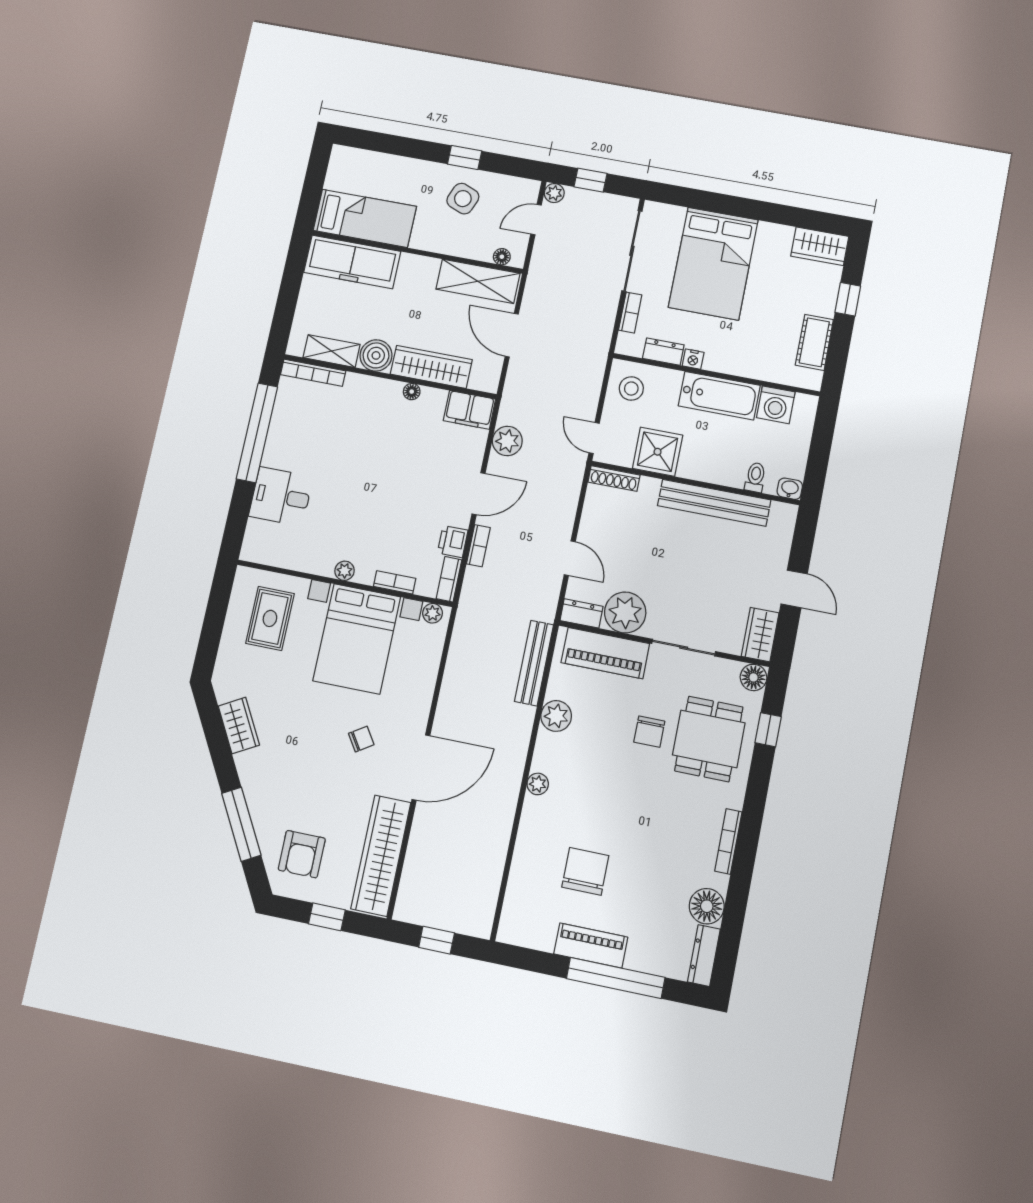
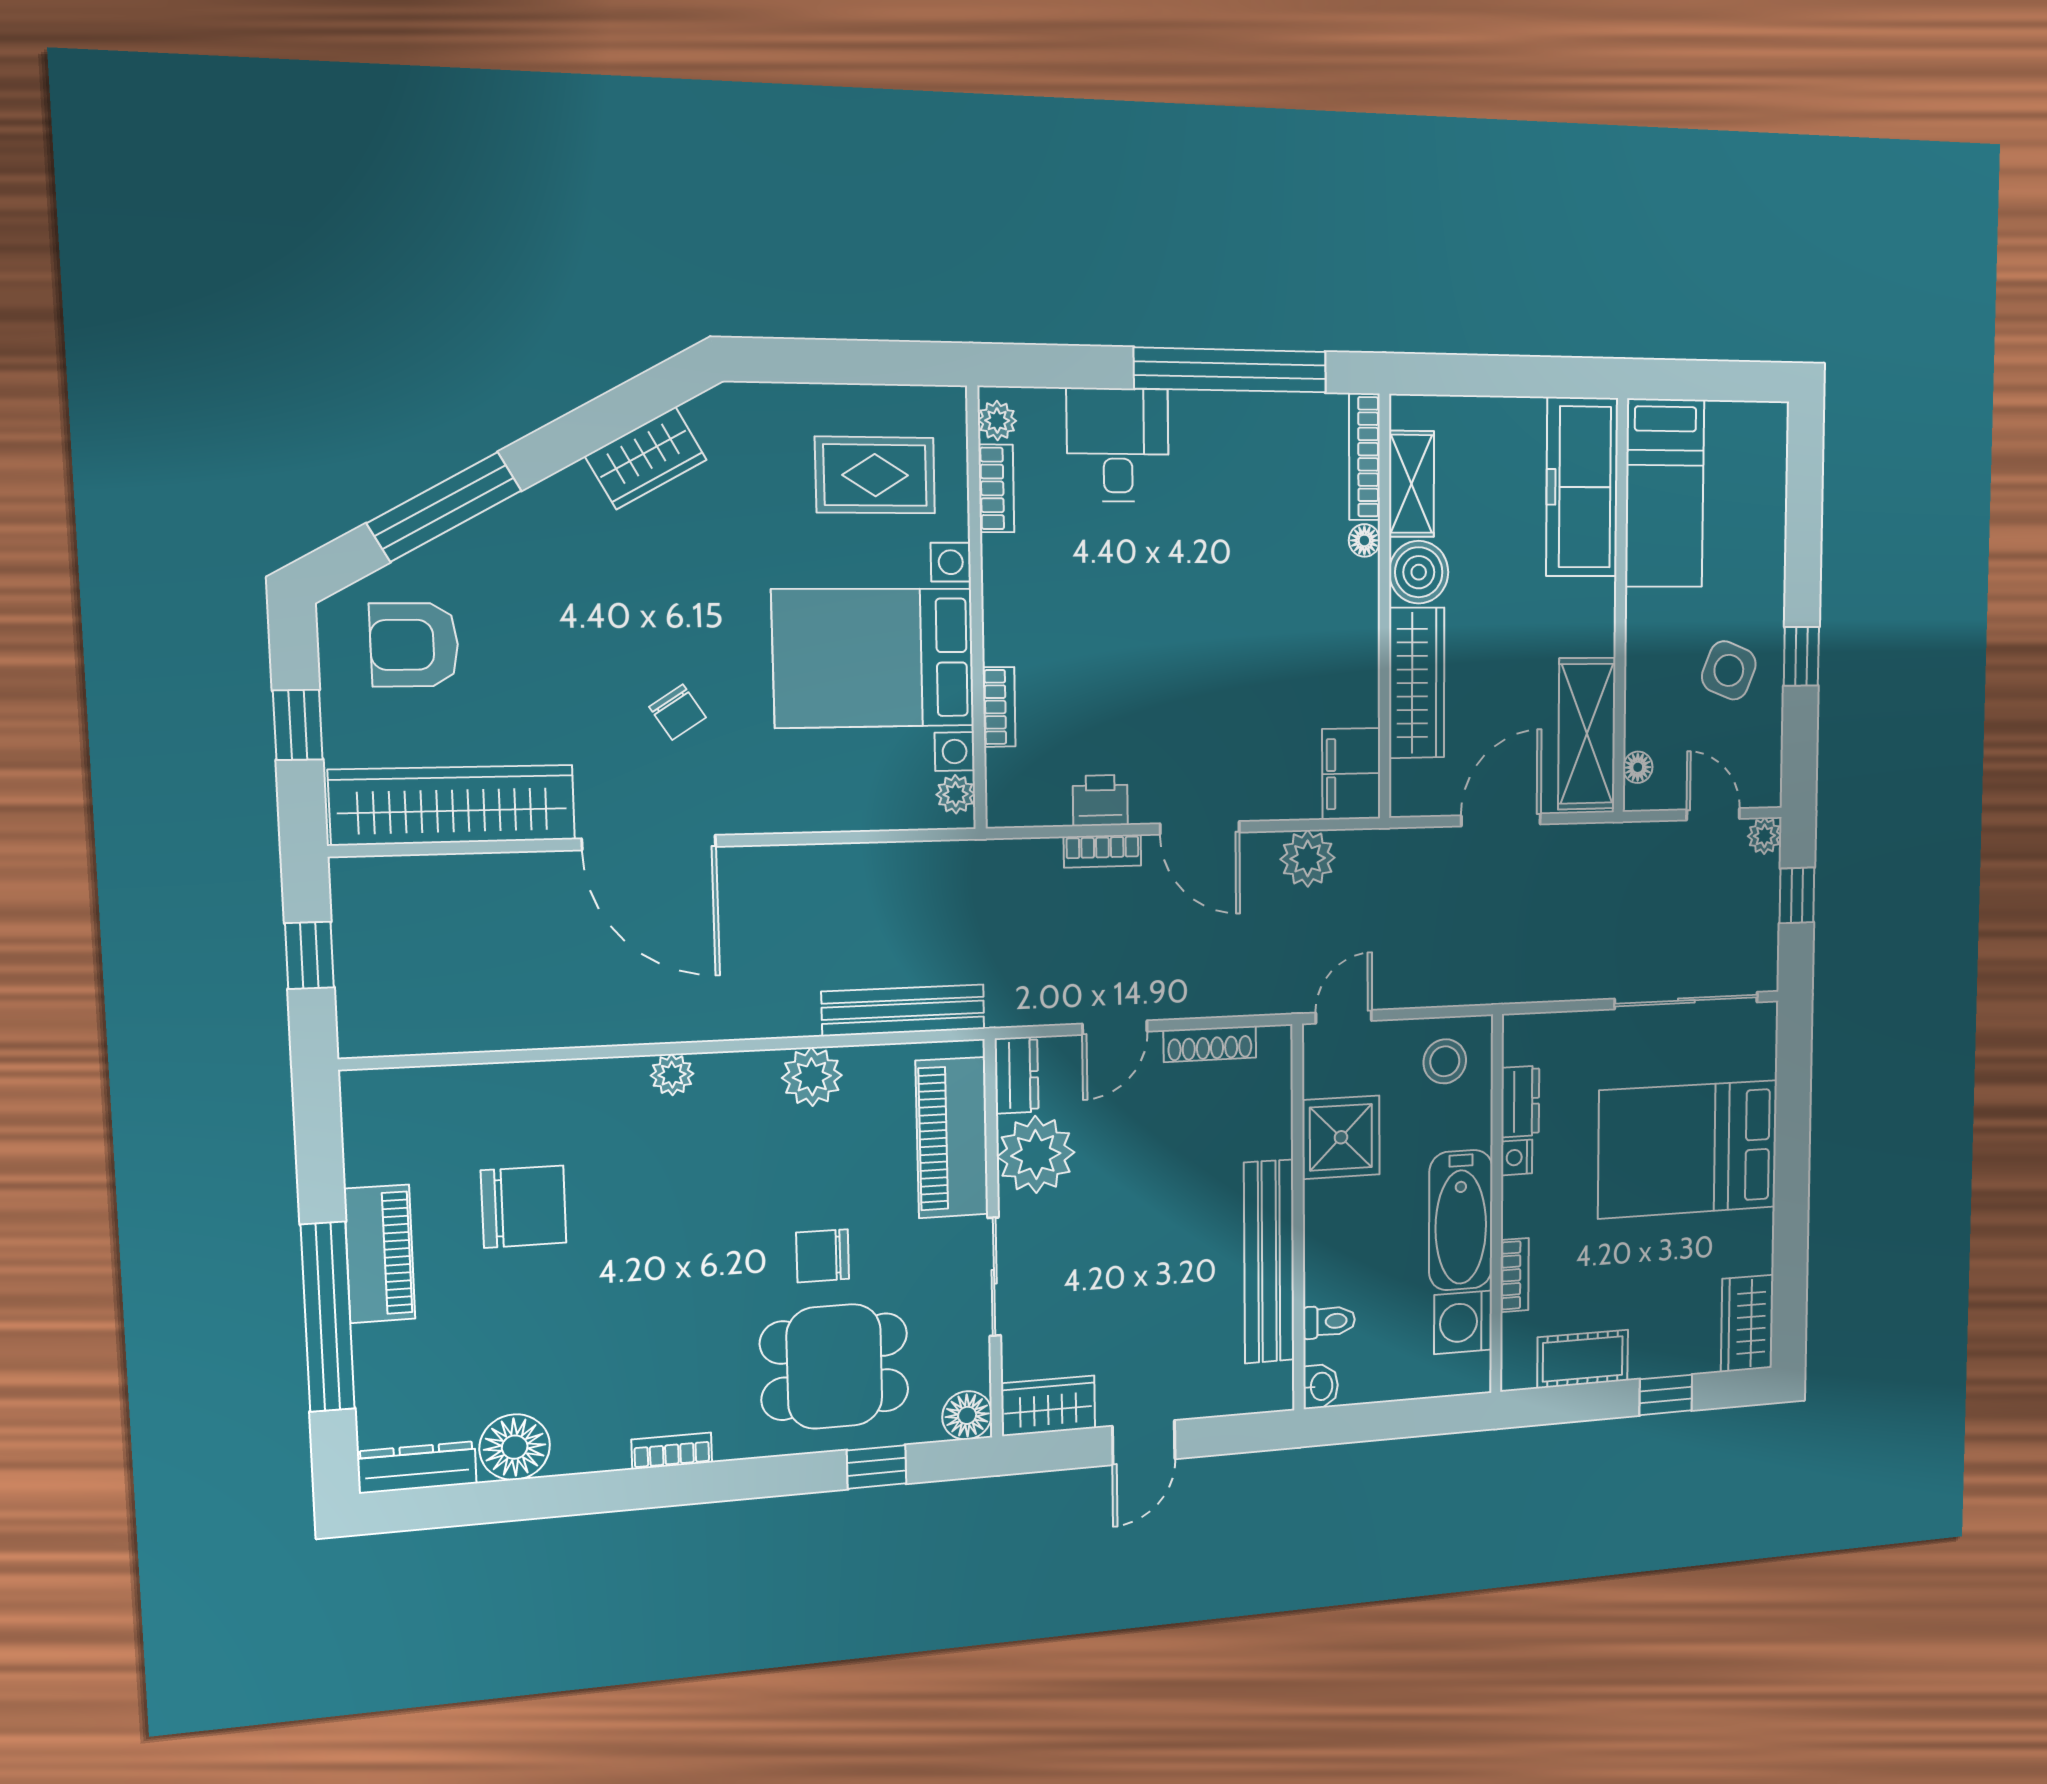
bookcase: (630, 313) -> (1515, 1275), moved, turned -90
floor lamp: (412, 392) -> (1364, 540), moved
shoe rack: (614, 479) -> (1210, 1044), moved, turned -90
plant: (344, 571) -> (997, 421), moved
bookcase: (449, 579) -> (996, 488), moved, turned 90
bookcase: (728, 841) -> (672, 1451), width x0.64

